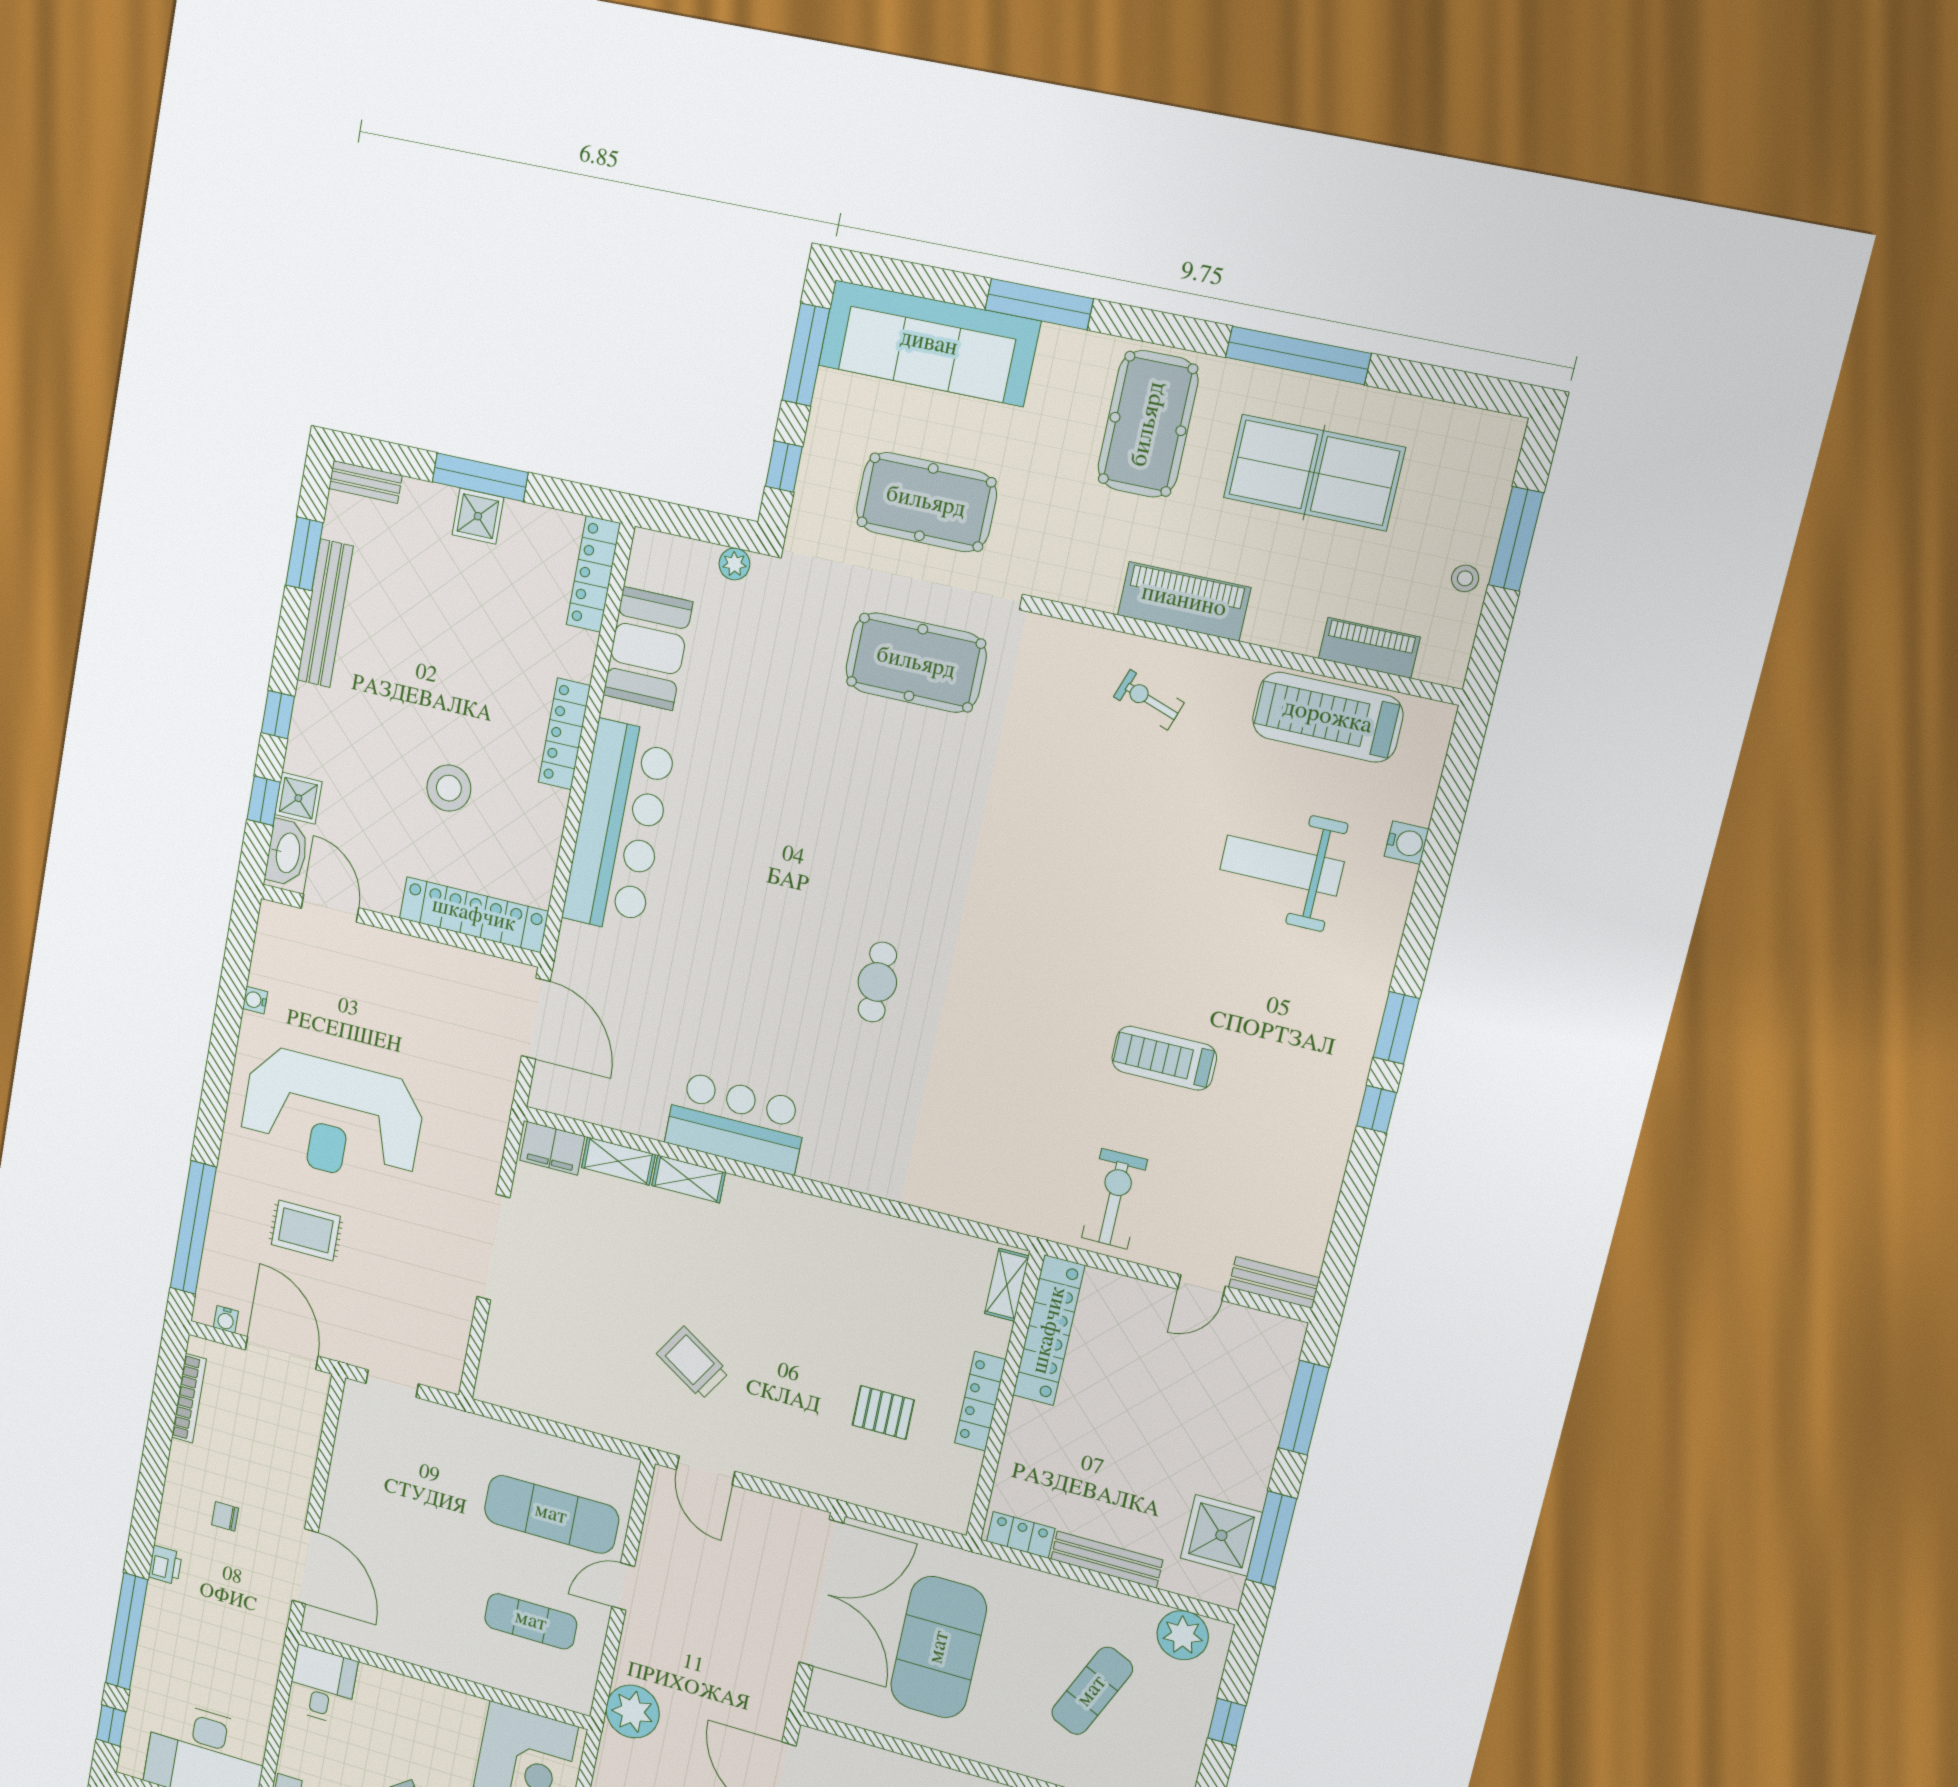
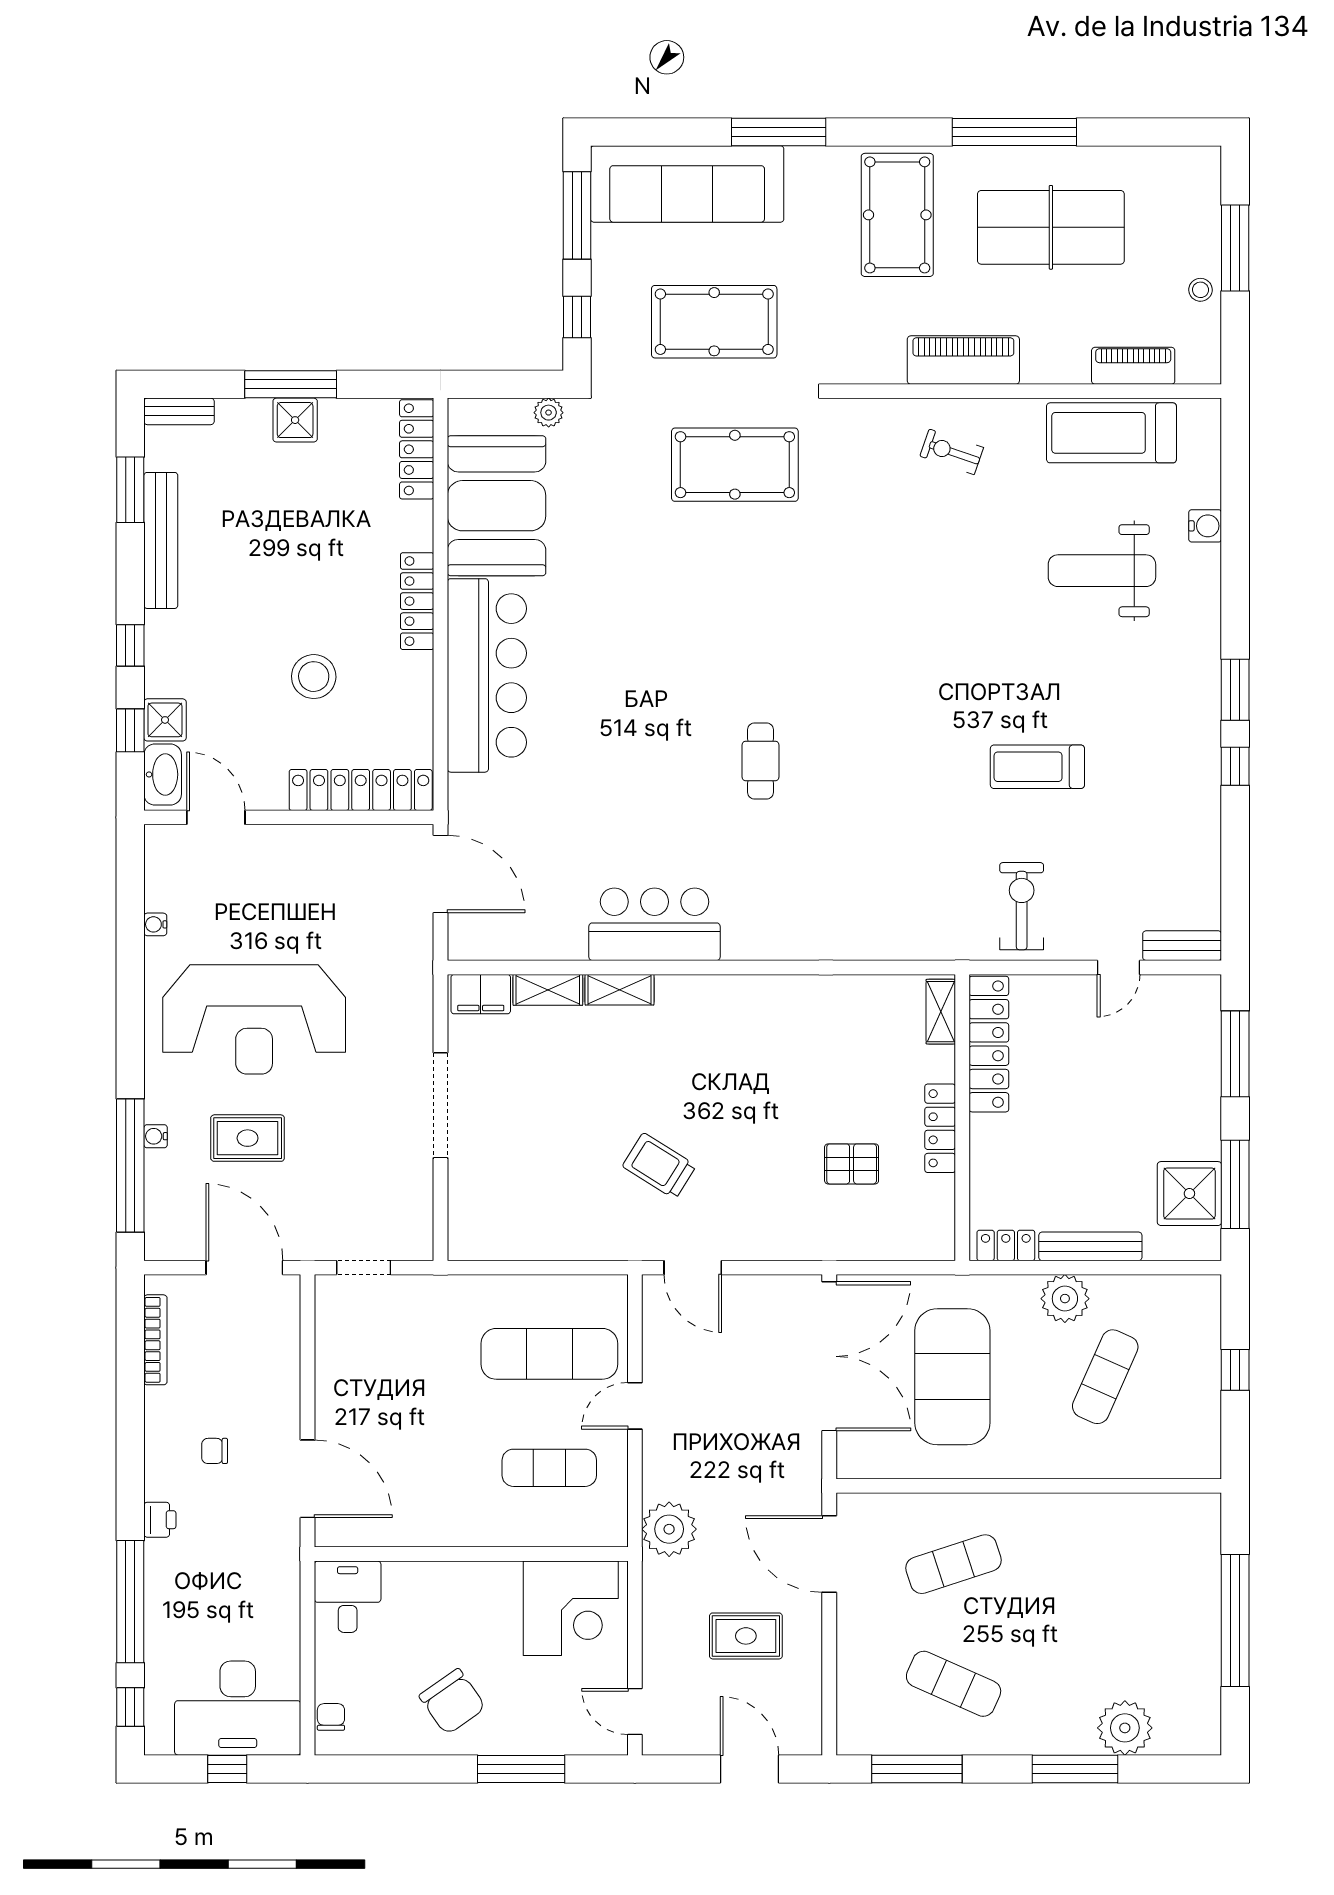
booth: (648, 648) -> (497, 506), width x1.36, depth x1.42
water cooler: (226, 1319) -> (156, 1136), moved, turned 90
plant: (1183, 1635) -> (1065, 1299), moved

